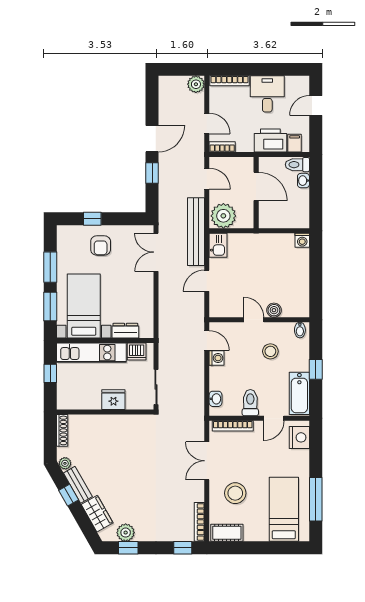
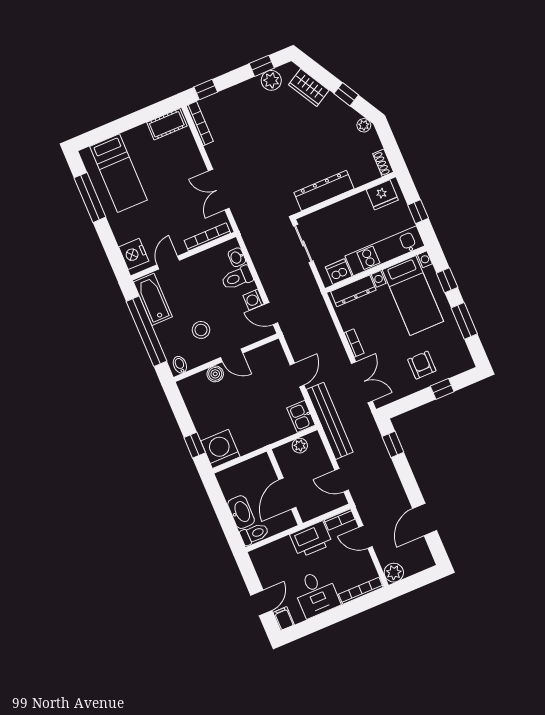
door: (152, 139) -> (425, 519), moved
printer: (270, 140) -> (311, 539), moved
filing cabinet: (295, 143) -> (284, 619), moved, turned 180
window: (152, 173) -> (393, 444), moved
washbasin: (303, 181) -> (241, 512), width x1.91, depth x1.45
door: (256, 186) -> (287, 494), hinge flipped
plant: (223, 216) -> (300, 446), width x0.53, depth x0.53
washing machine: (302, 240) -> (220, 449), width x1.89, depth x1.89
window: (316, 259) -> (195, 445), added
bookcase: (149, 287) -> (354, 343), added
window: (50, 307) -> (447, 280), width x0.67
dresser: (125, 331) -> (353, 291), width x1.44
window: (316, 369) -> (146, 331), width x3.17
fridge: (113, 400) -> (382, 195), moved
toilet: (250, 403) -> (237, 278), moved, turned 90
dresser: (120, 423) -> (324, 191), added
shoe rack: (62, 430) -> (383, 163), width x0.70
double door: (207, 461) -> (219, 190), swing flipped
bench: (78, 485) -> (341, 109), removed
stool: (235, 493) -> (176, 169), removed

